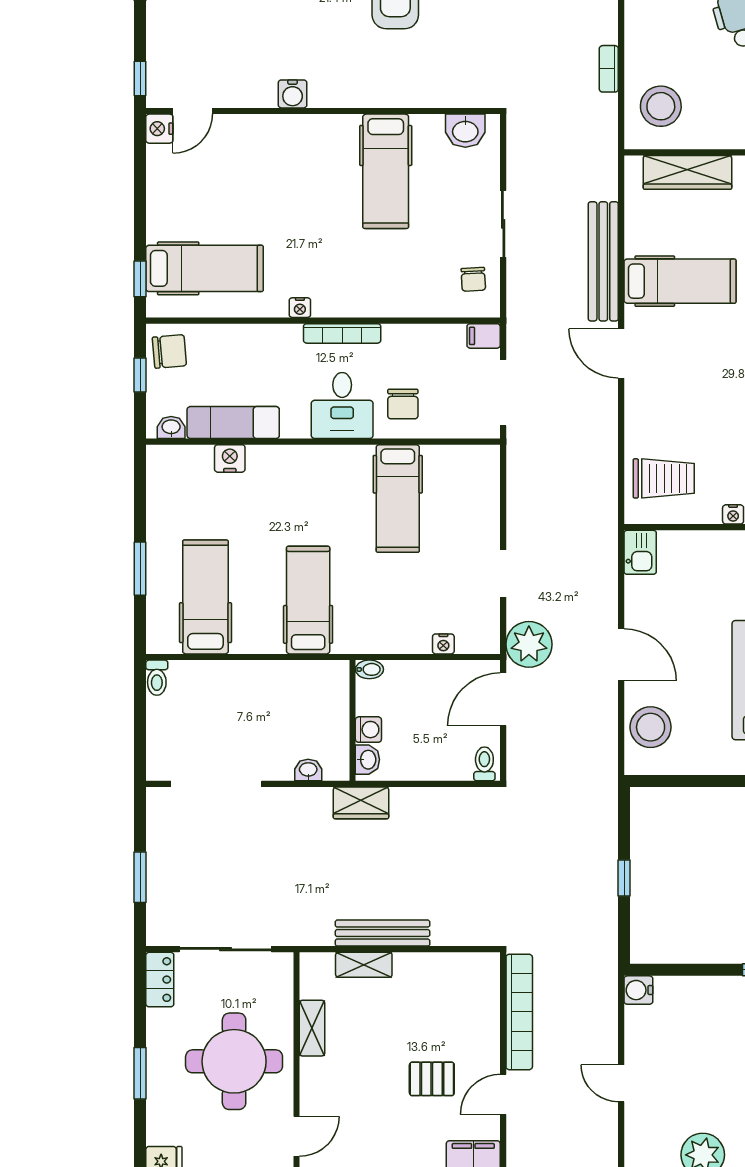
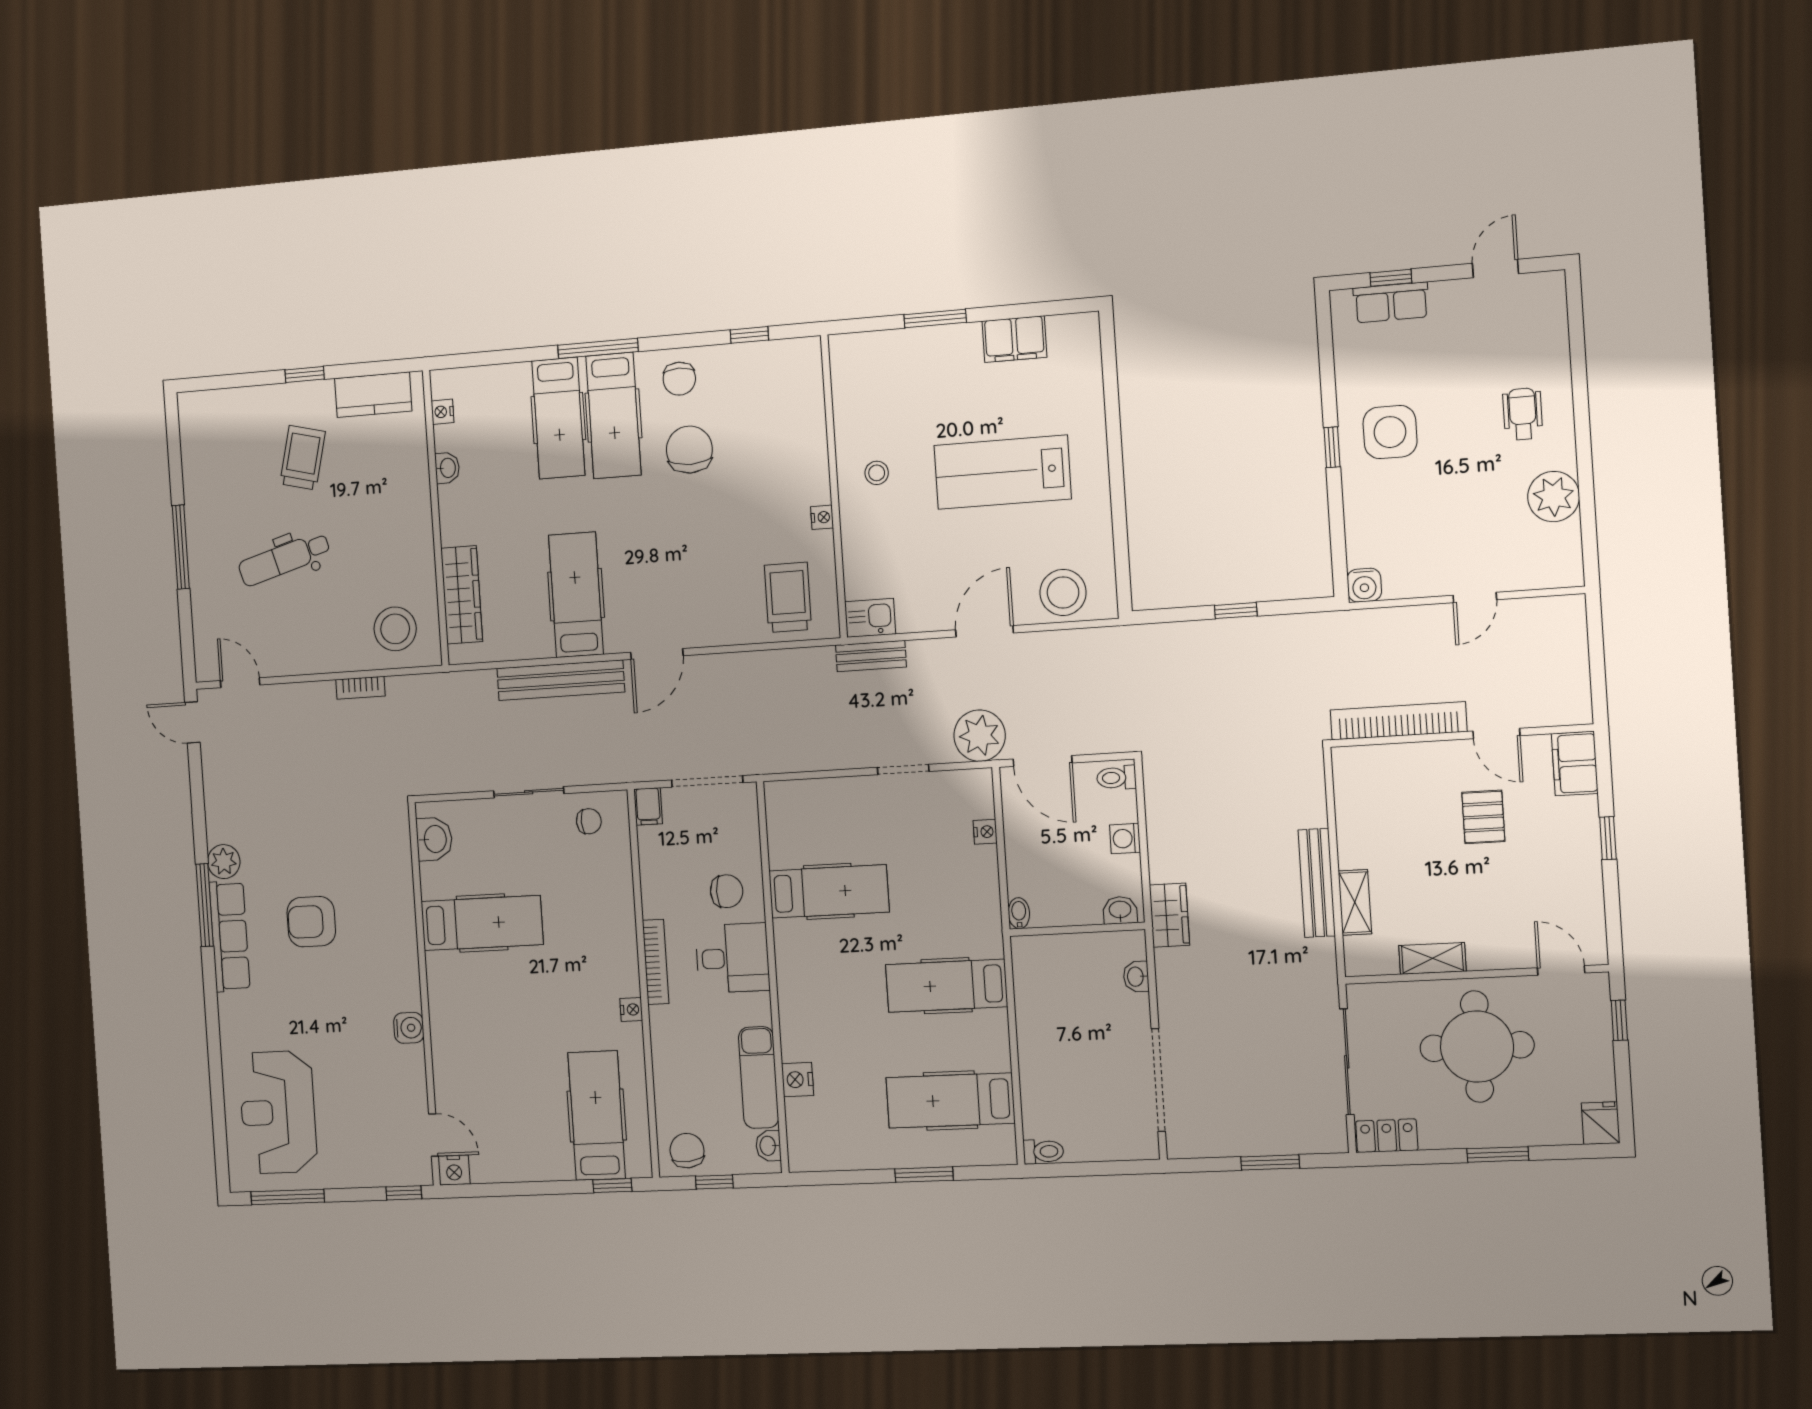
bench: (606, 551) -> (871, 656), added
washing machine: (368, 730) -> (1125, 839), moved, turned -90

